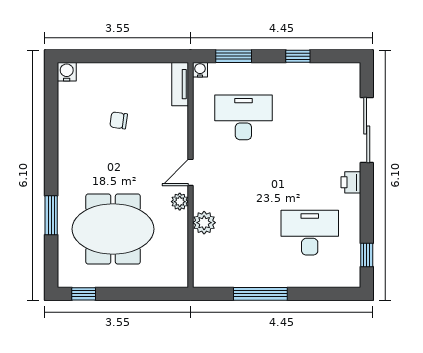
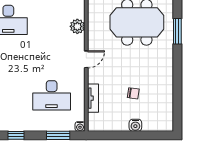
water cooler: (67, 72) -> (135, 125), moved
tv unit: (180, 84) -> (93, 98), moved
plant: (180, 202) -> (93, 40), removed

